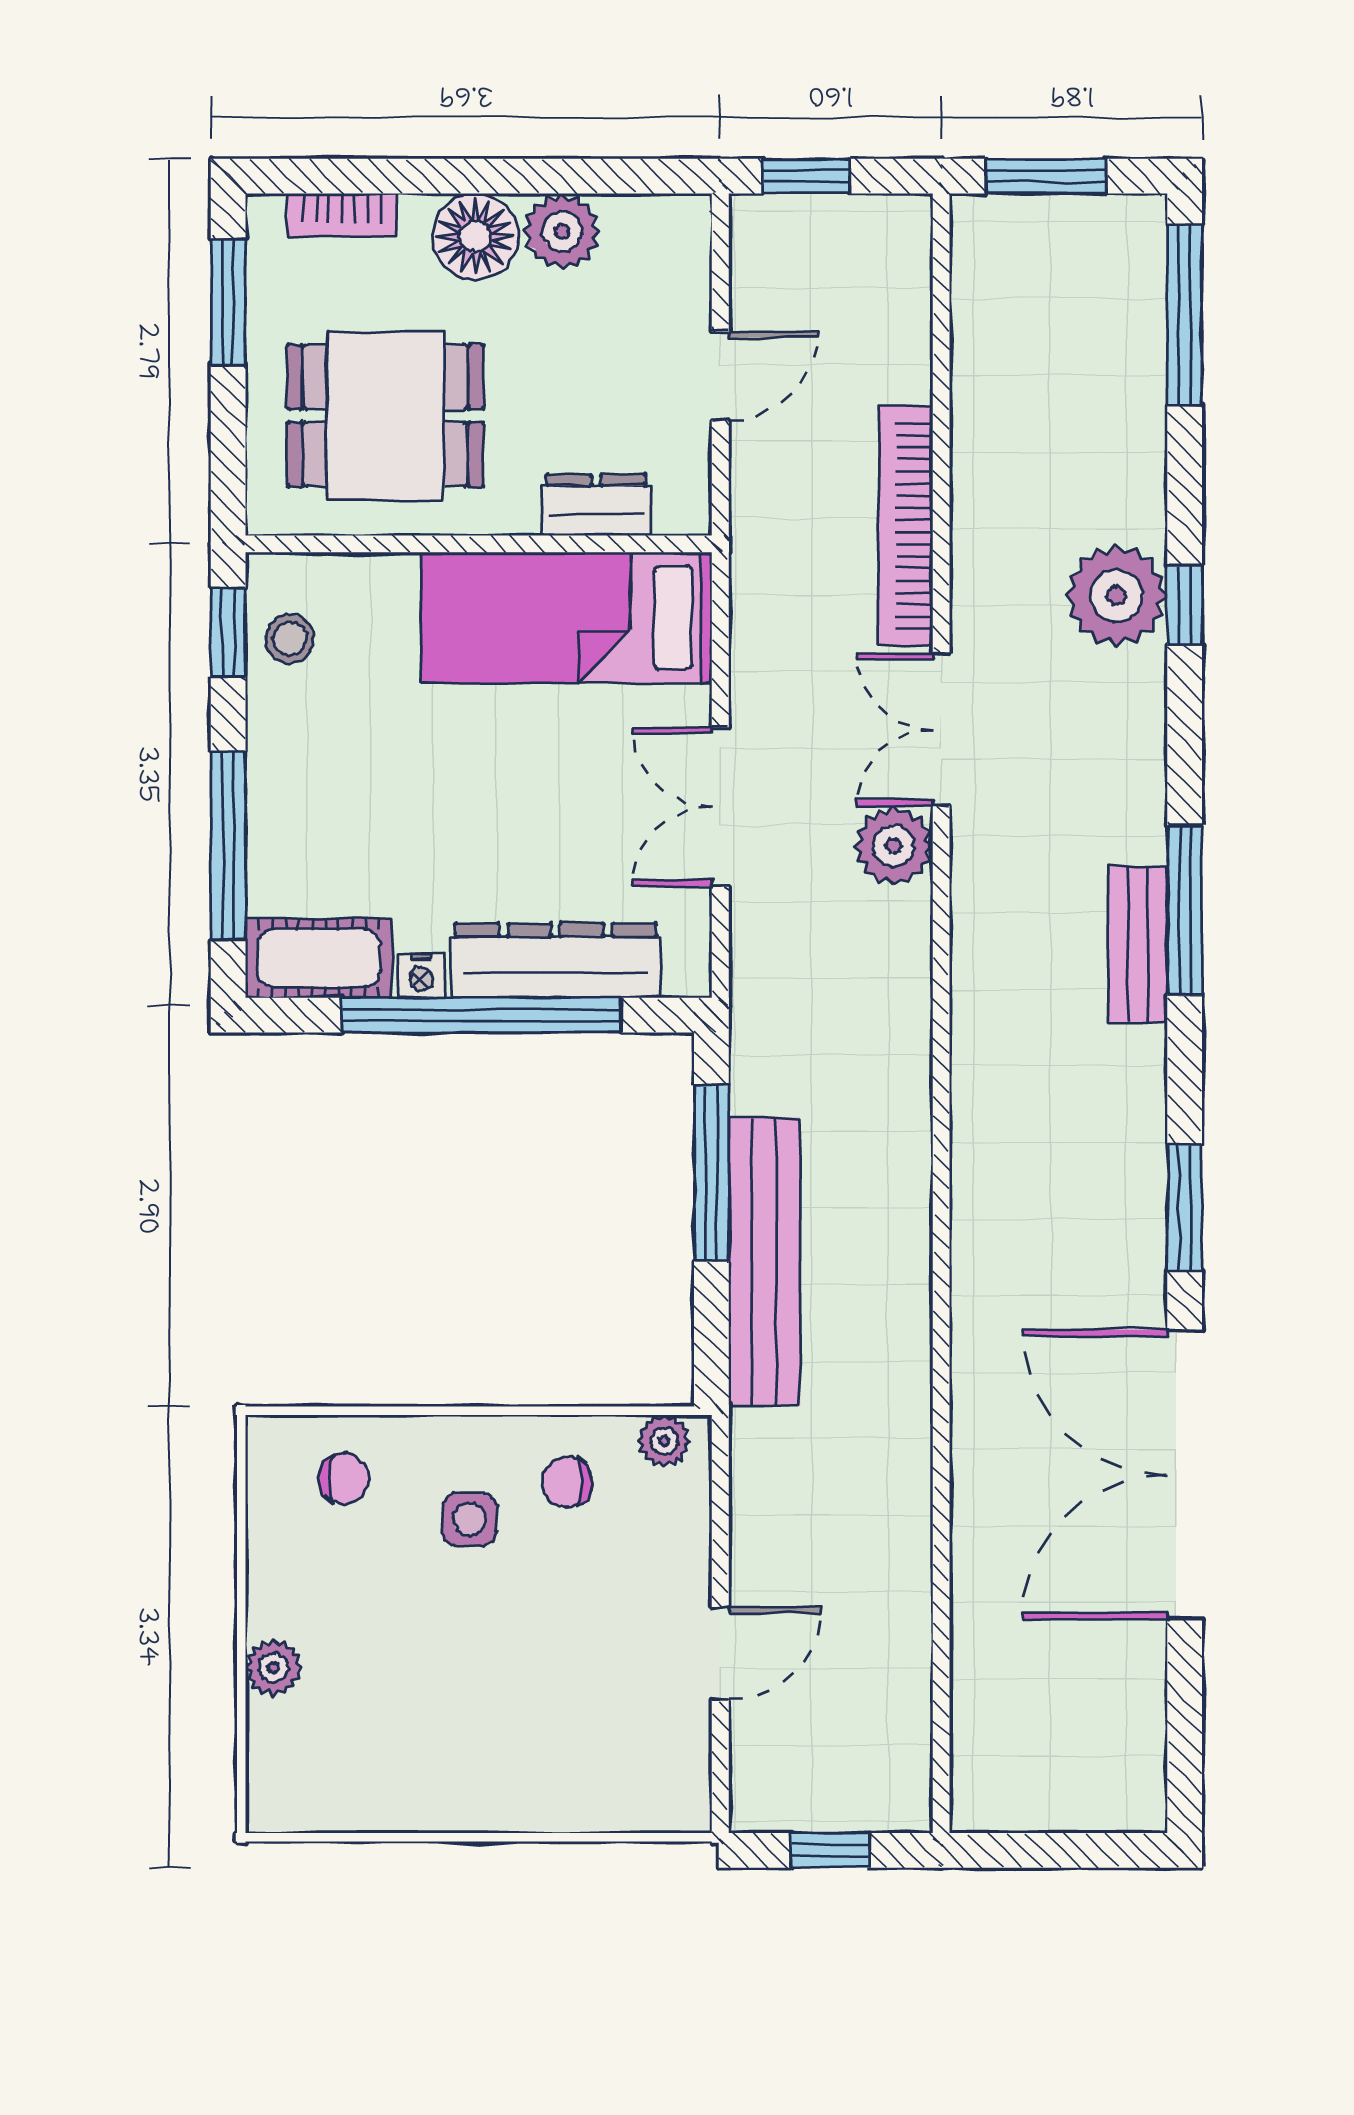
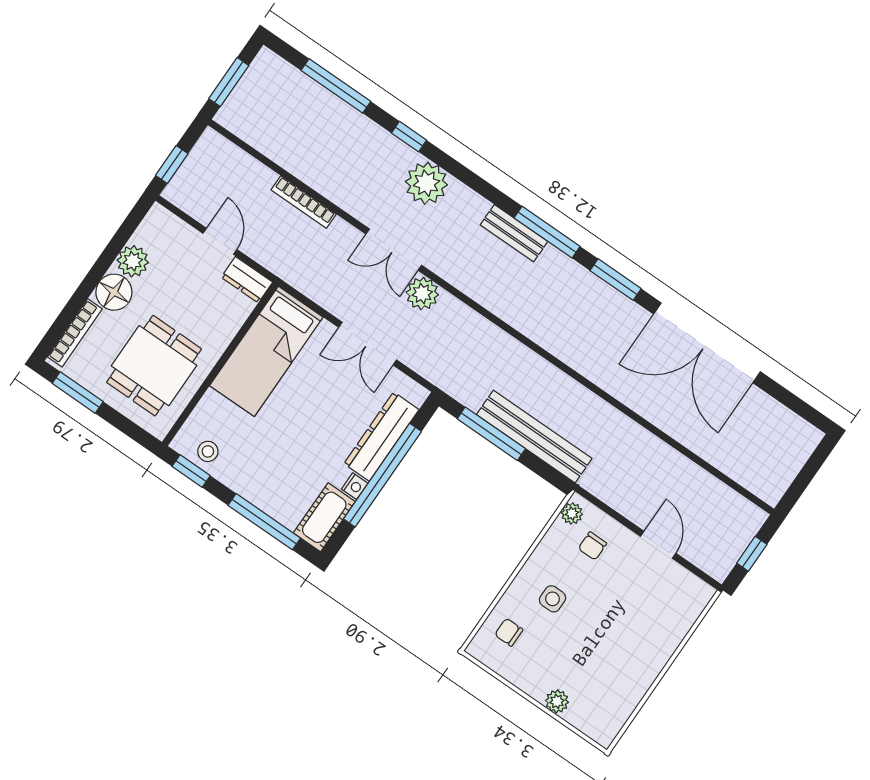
bookcase: (342, 215) -> (75, 333), width x1.56
window: (1185, 315) -> (336, 86), moved
dresser: (596, 505) -> (247, 280), moved, turned -90
bookcase: (906, 526) -> (304, 202), width x0.68, depth x0.76
plant: (1116, 596) -> (426, 183), moved
window: (1185, 910) -> (547, 232), moved
chair: (344, 1479) -> (509, 632), turned -90
chair: (567, 1482) -> (592, 546), moved

